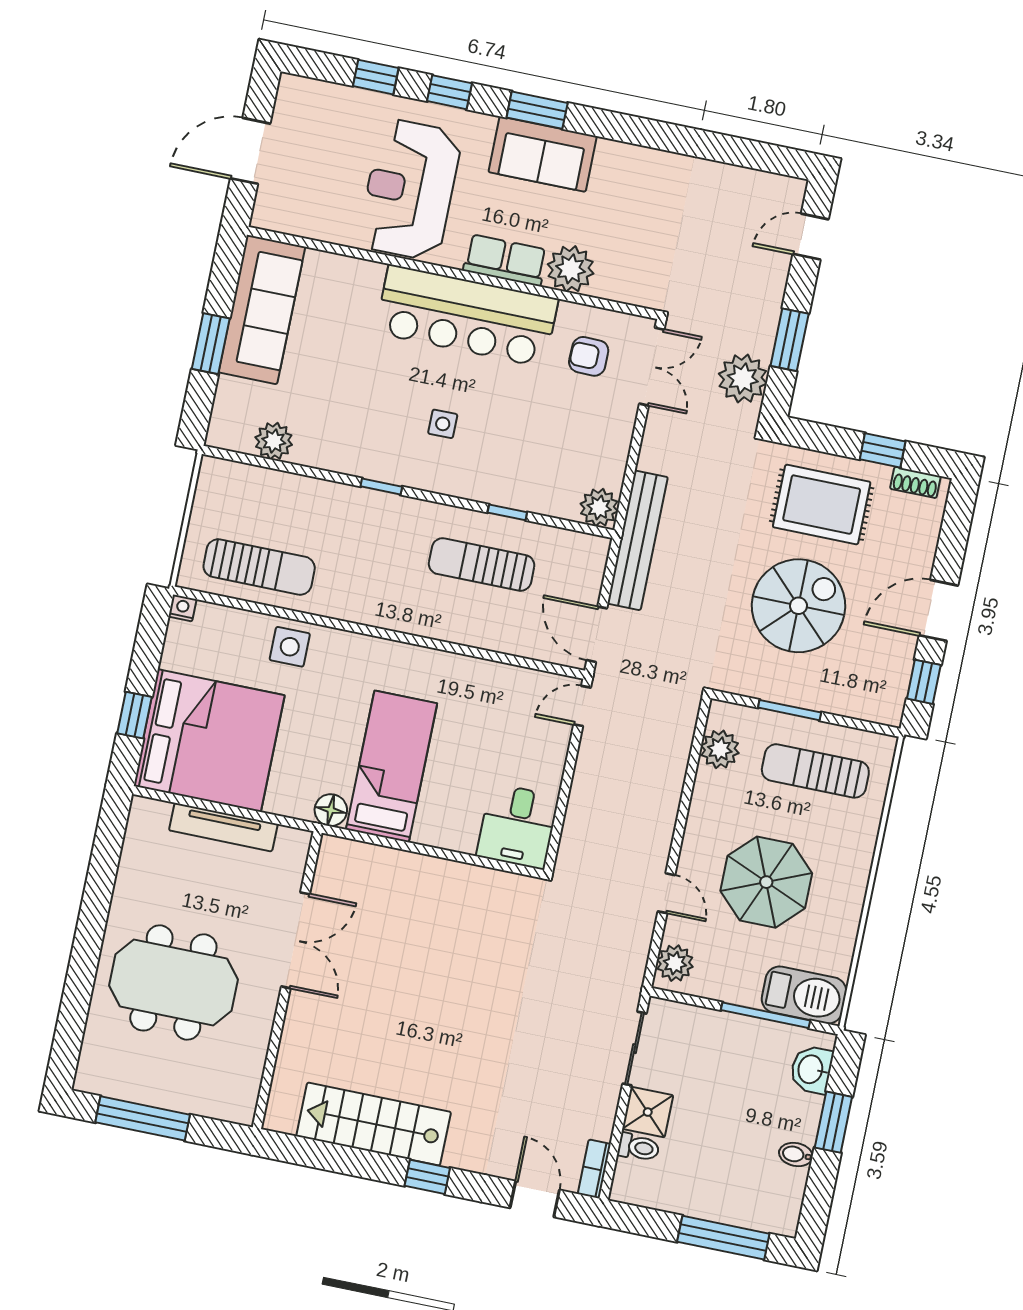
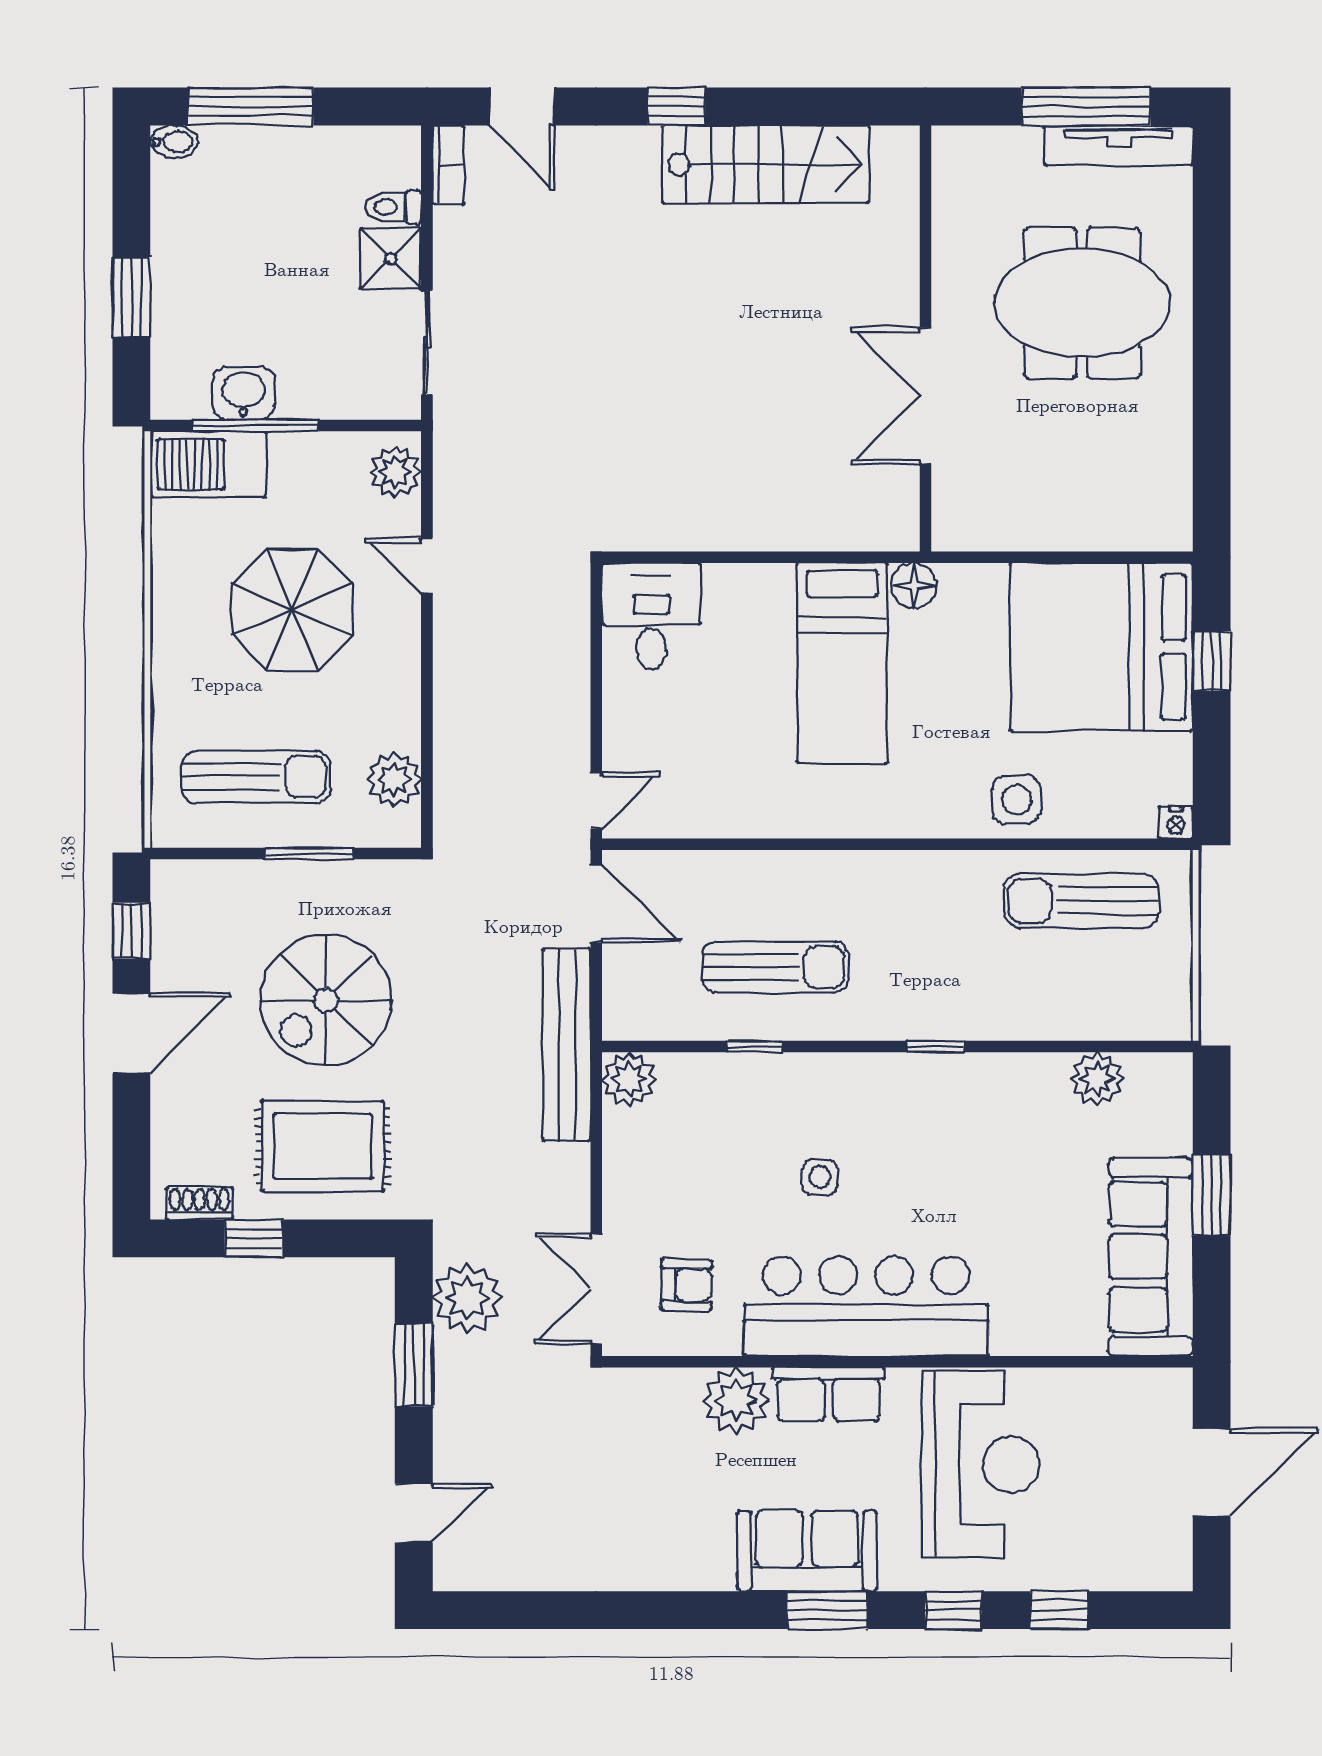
side table: (443, 424) -> (820, 1177), moved
tv unit: (223, 827) -> (1119, 145), moved, turned 180
washbasin: (811, 1069) -> (243, 393), moved, turned -90
bidet: (796, 1154) -> (174, 142), moved

